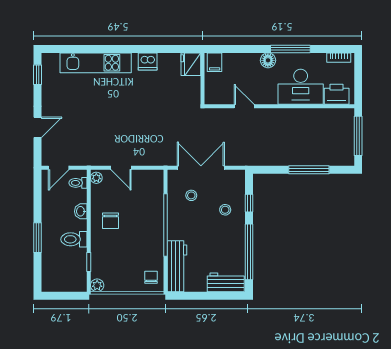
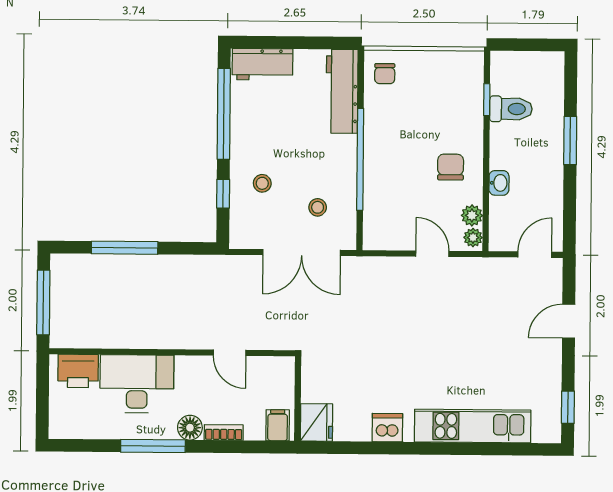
bookcase: (339, 58) -> (224, 433), moved
toilet: (78, 183) -> (503, 229), removed
toilet: (74, 239) -> (511, 109), moved
plant: (97, 285) -> (472, 215), moved

